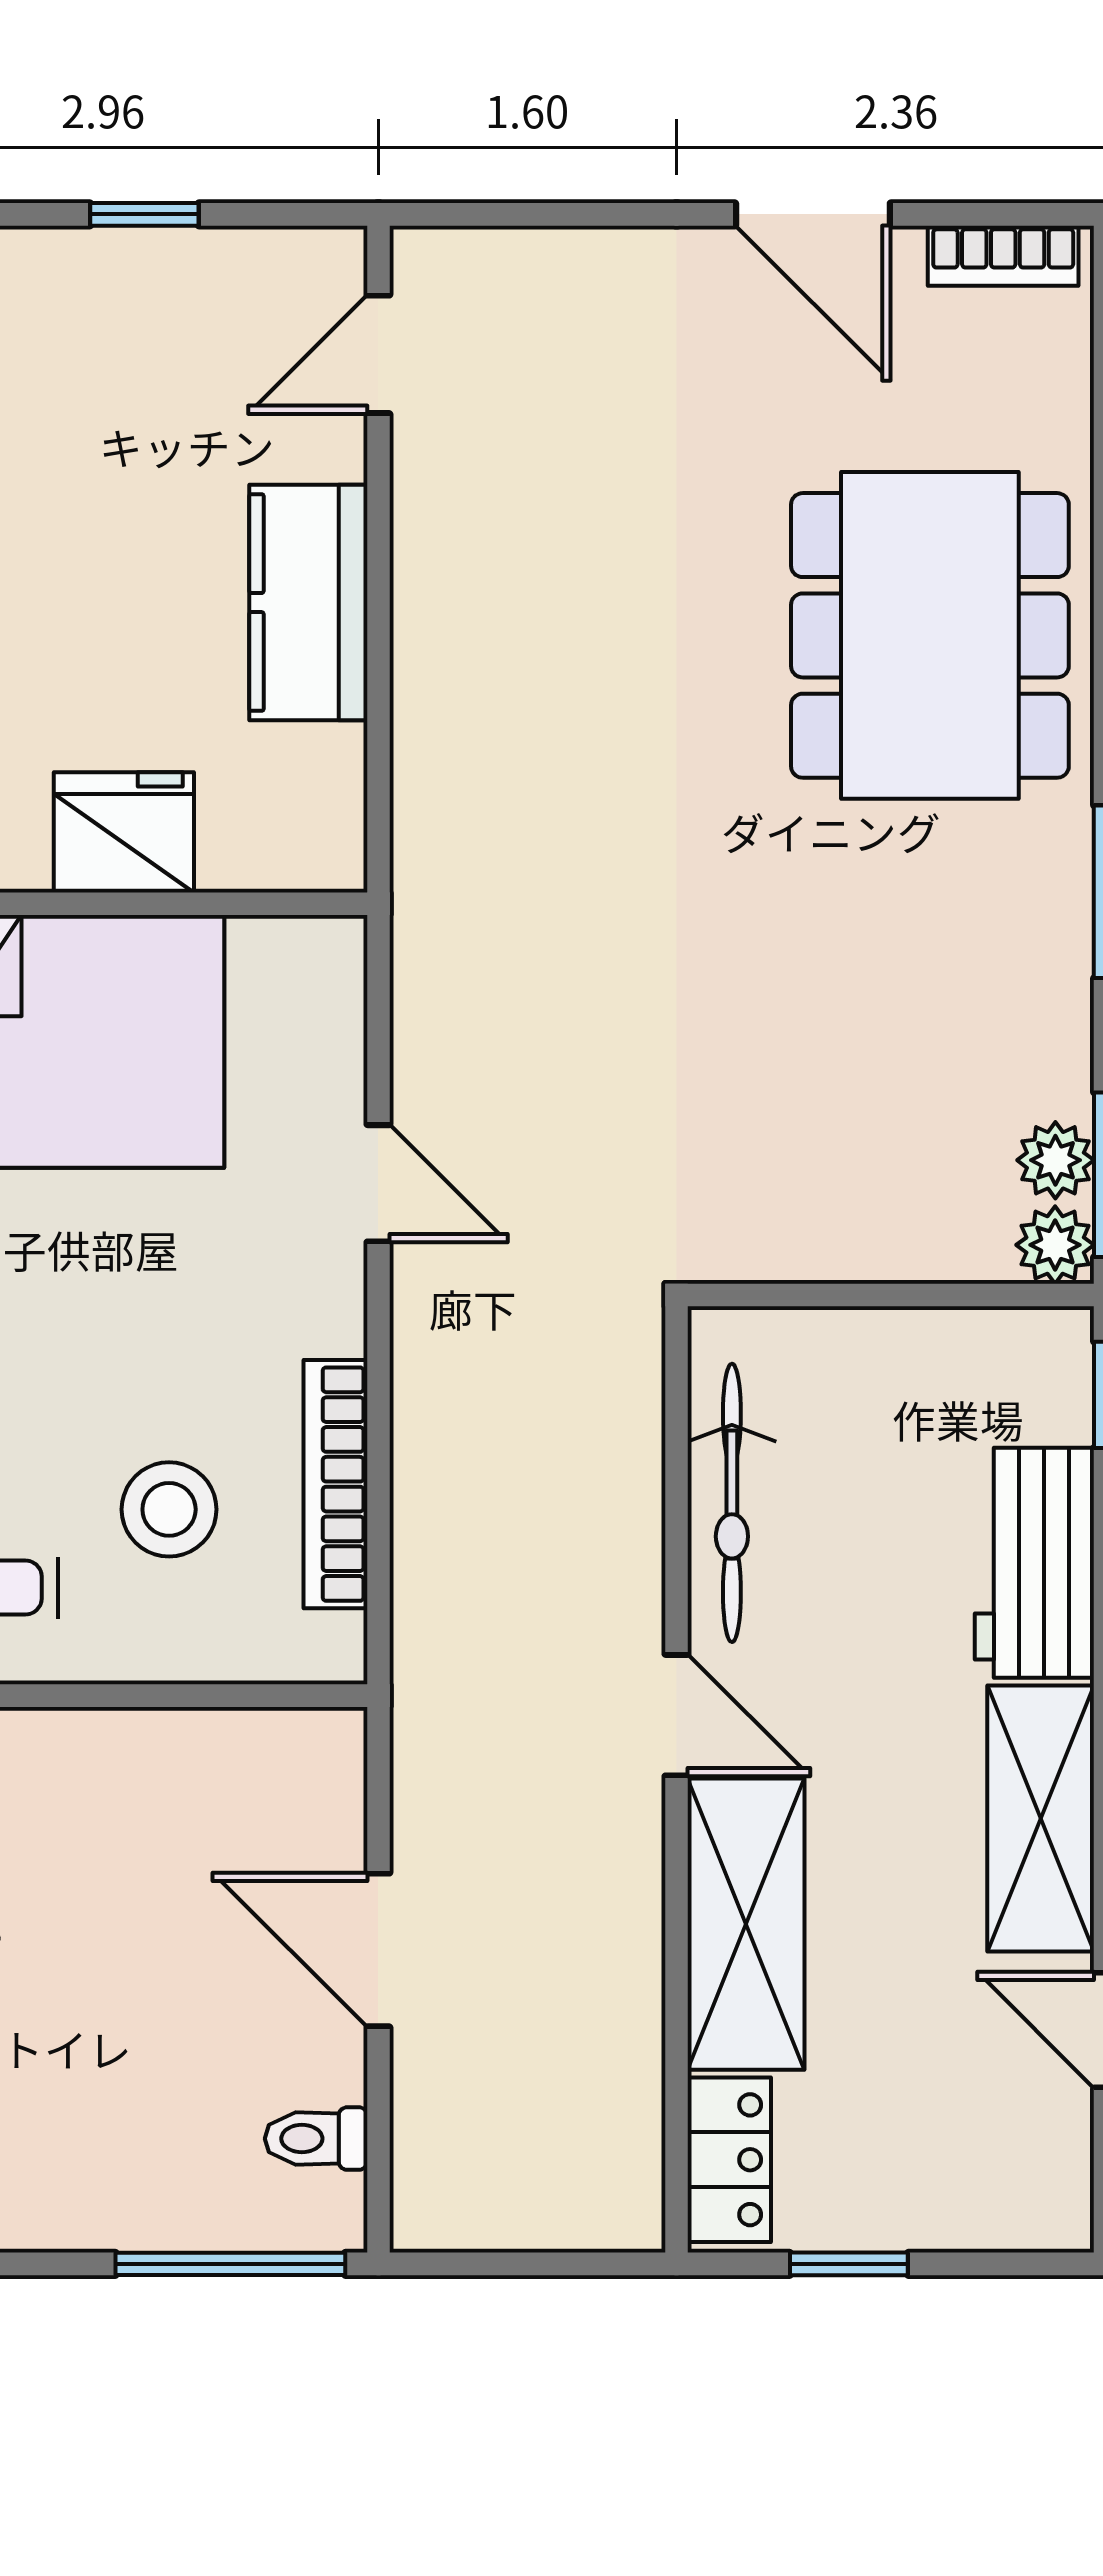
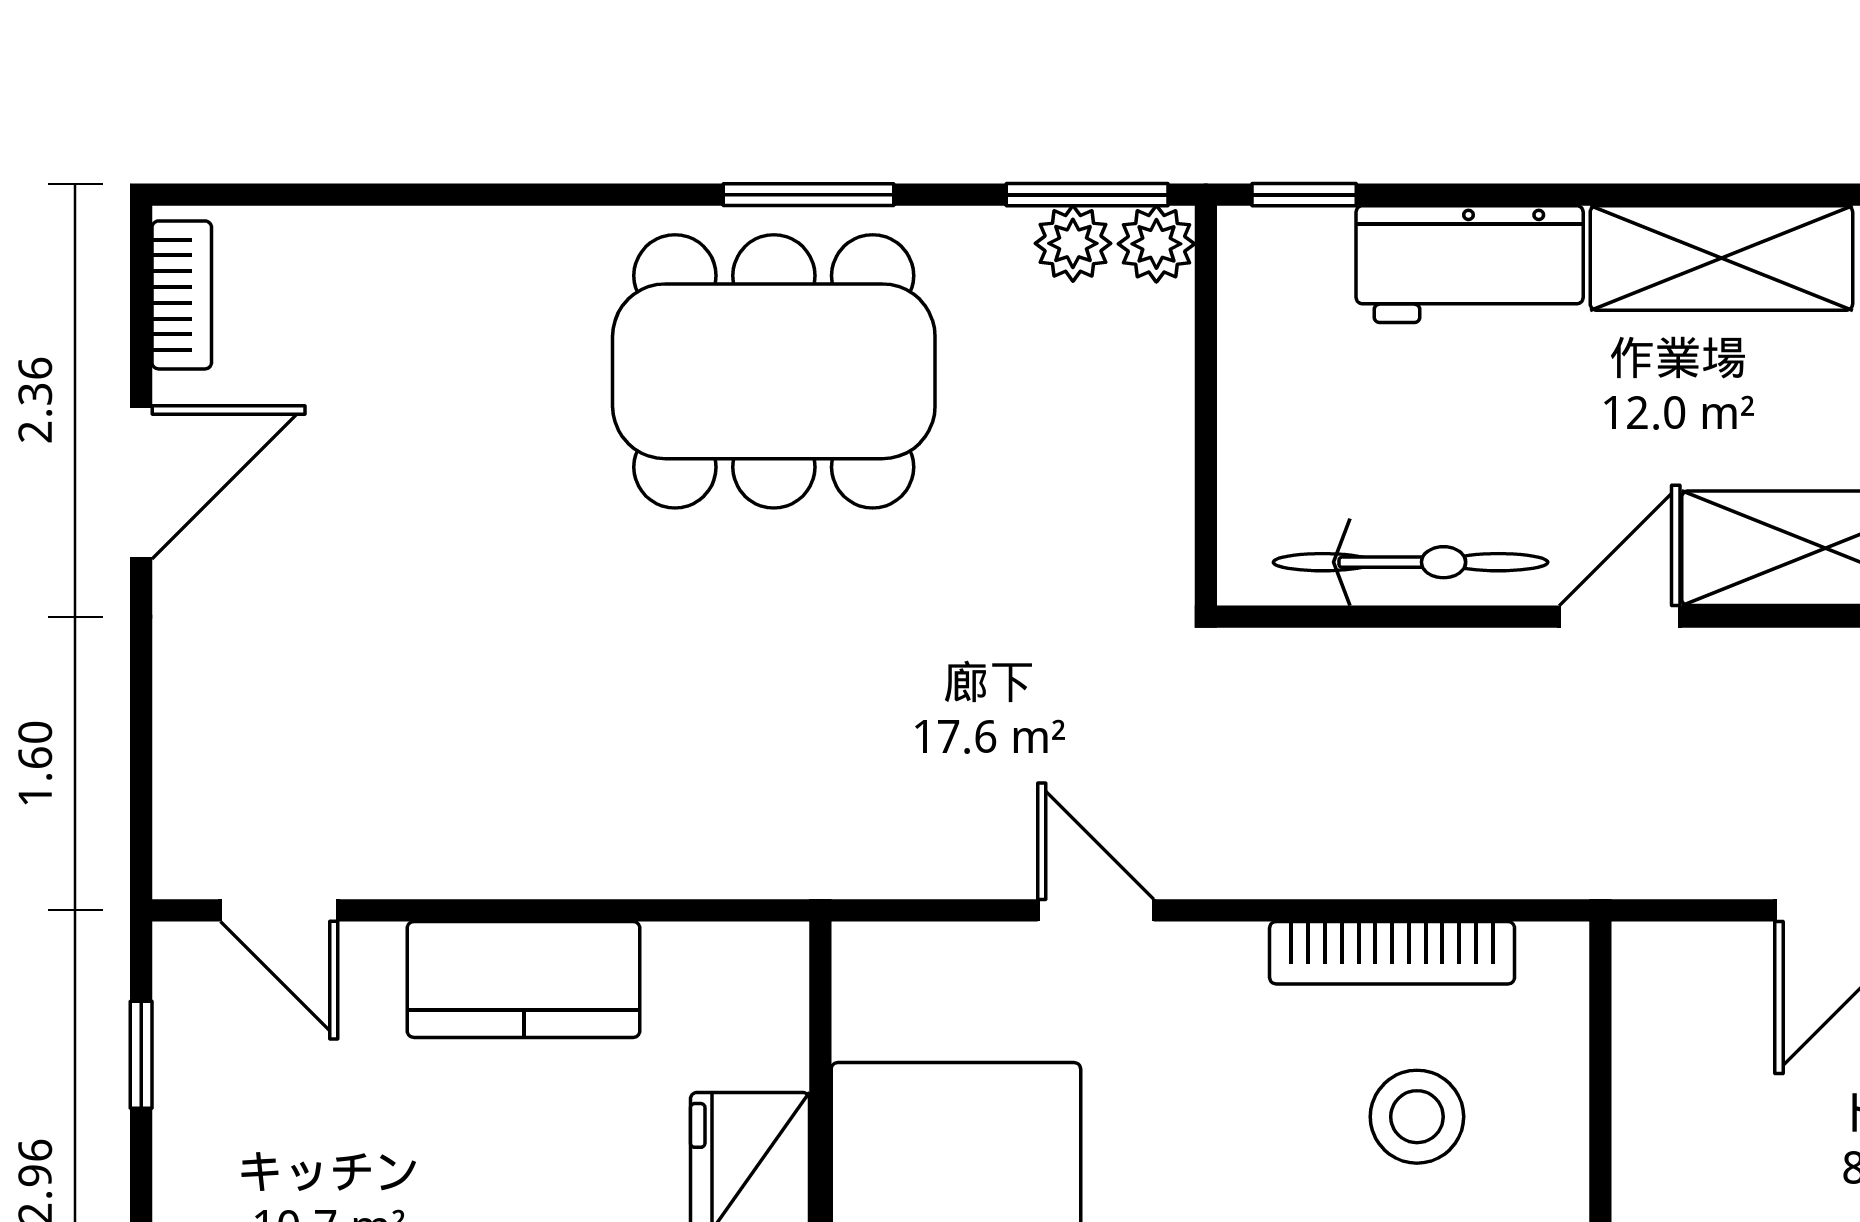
window: (144, 214) -> (141, 1055), moved
dining table: (930, 635) -> (774, 371), moved
door: (378, 1183) -> (1096, 910), hinge flipped

